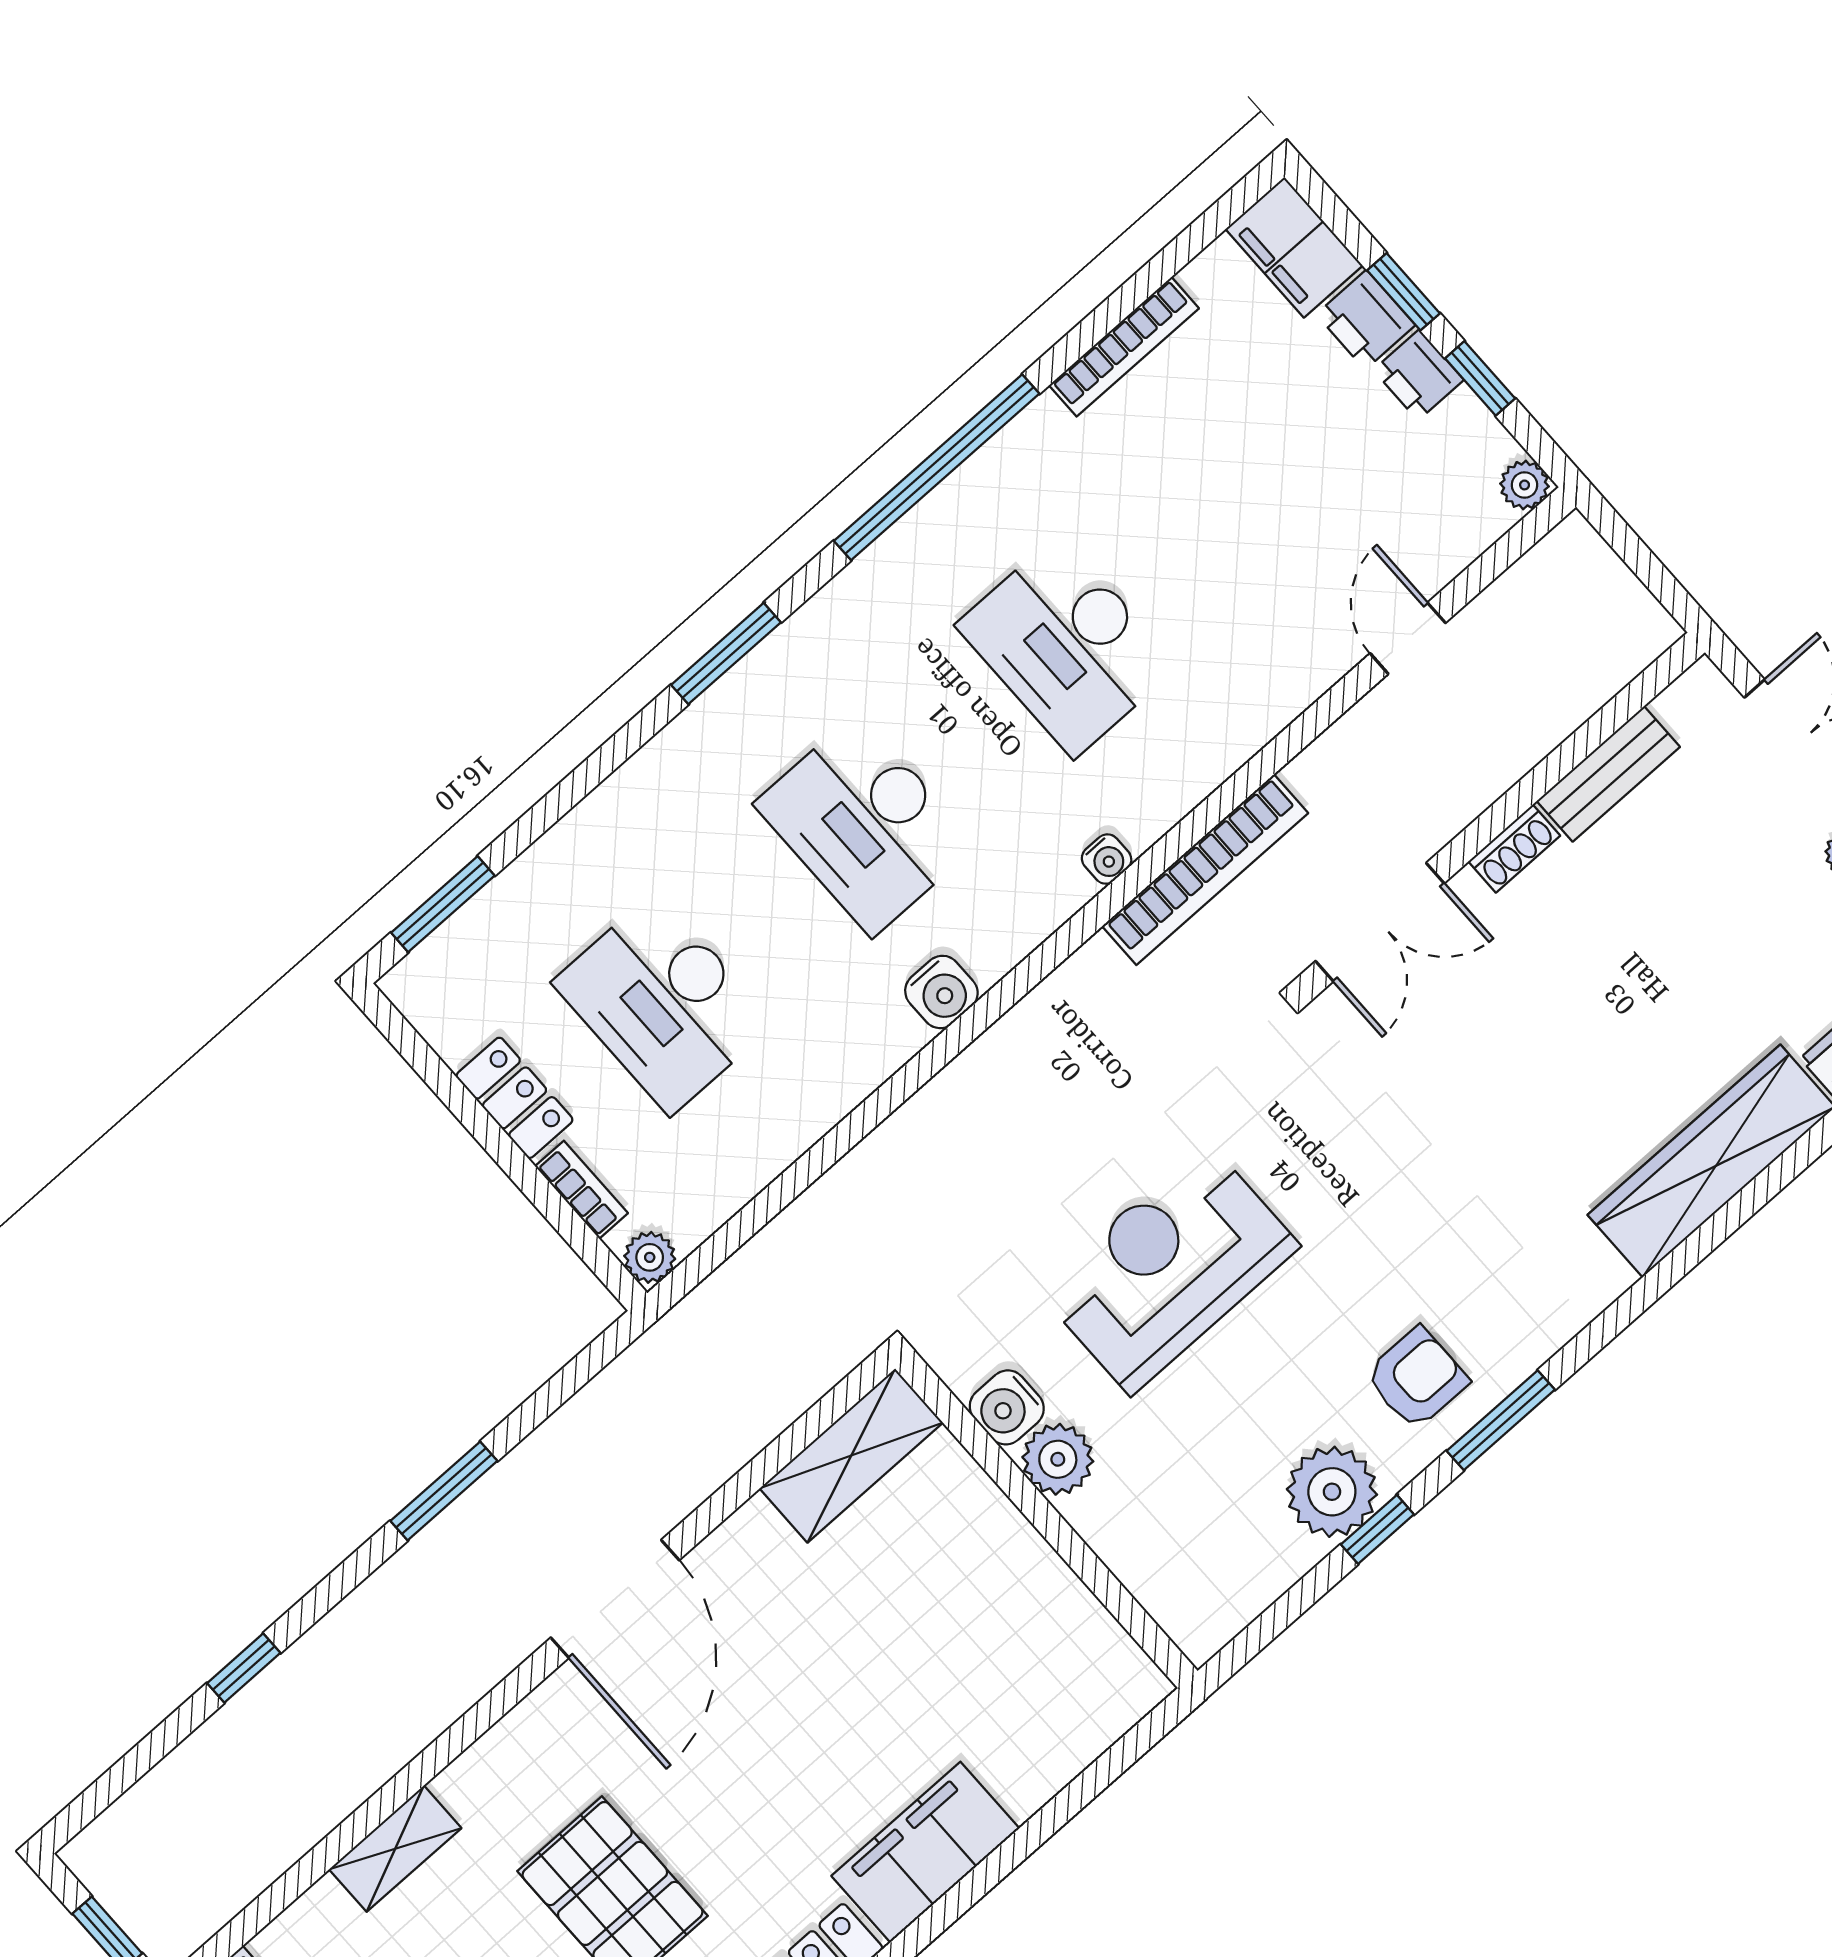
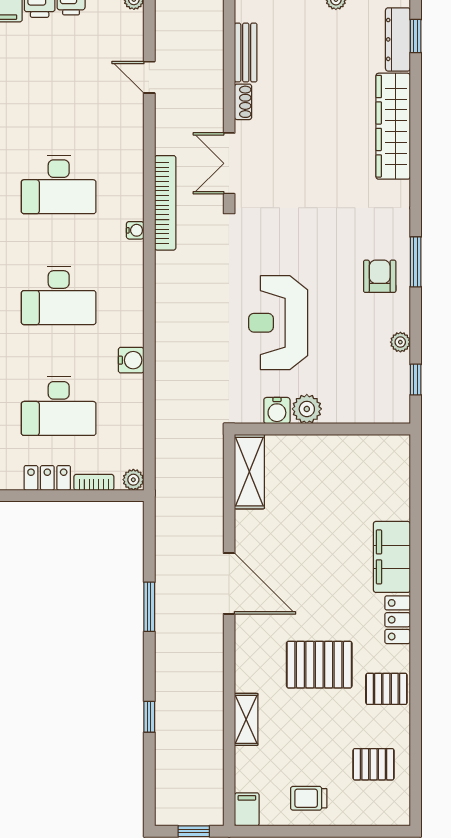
double door: (1380, 922) -> (229, 163), swing flipped
water cooler: (941, 992) -> (131, 360), moved
plant: (1332, 1492) -> (400, 342), width x0.53, depth x0.53
window: (1377, 1529) -> (416, 380), moved

